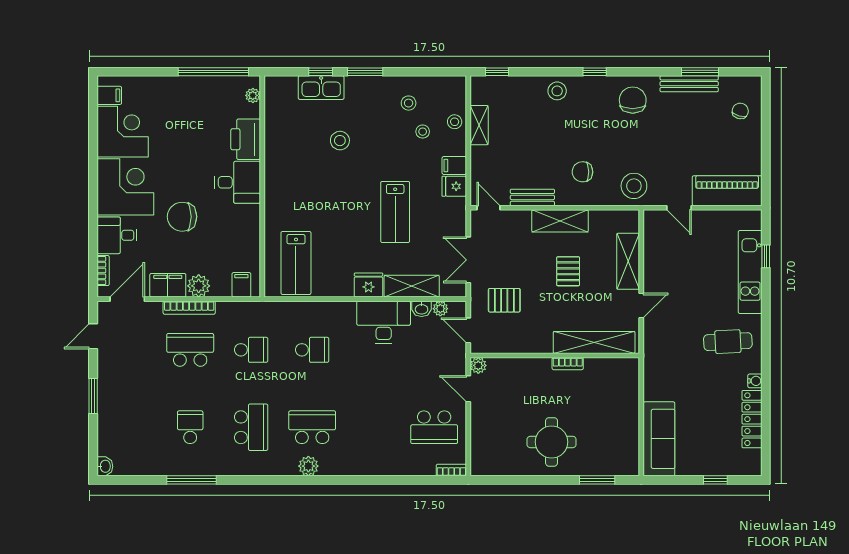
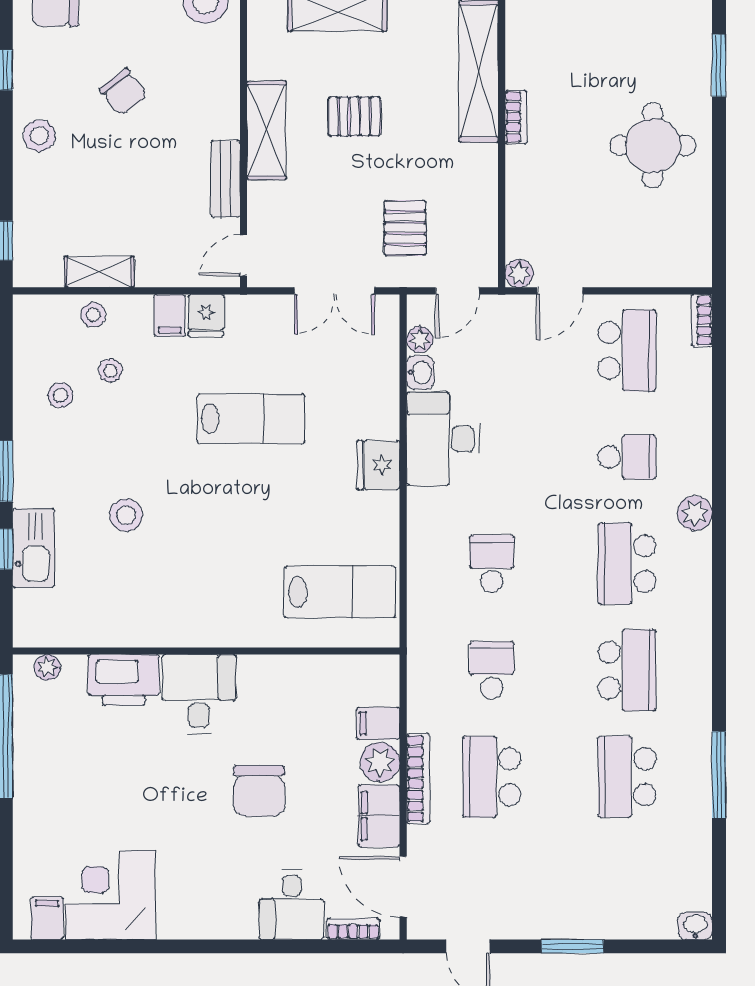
chair: (582, 172) -> (123, 92), moved, turned -37
corner desk: (125, 187) -> (207, 890), removed
filing cabinet: (241, 285) -> (378, 723), moved
shelving: (412, 286) -> (380, 390), removed
school desk: (190, 427) -> (627, 777), width x1.85
school desk: (251, 427) -> (627, 670), turned 90
school desk: (373, 427) -> (627, 457), added
plant: (308, 466) -> (695, 513), moved

